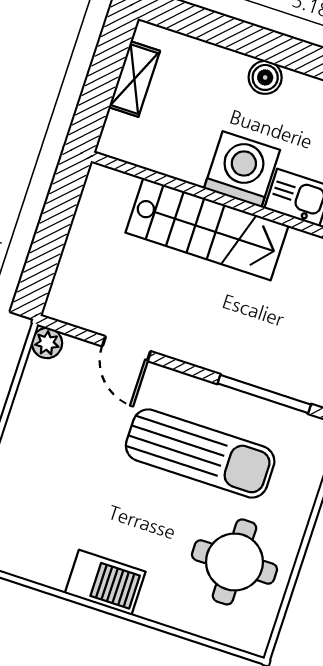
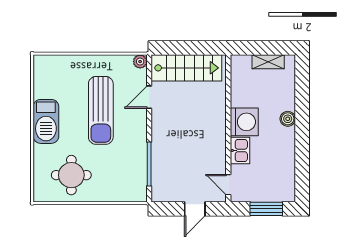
stairs: (207, 229) -> (186, 68), moved, turned -90
sun lounger: (200, 454) -> (101, 110), moved
barbecue: (105, 582) -> (46, 121), width x1.37, depth x1.21

